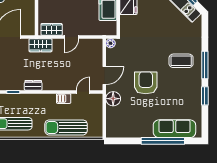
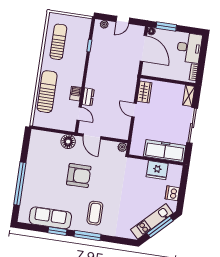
wardrobe: (40, 45) -> (131, 79), removed
dresser: (33, 85) -> (88, 97), moved
sofa: (174, 129) -> (50, 218), moved, turned -90

